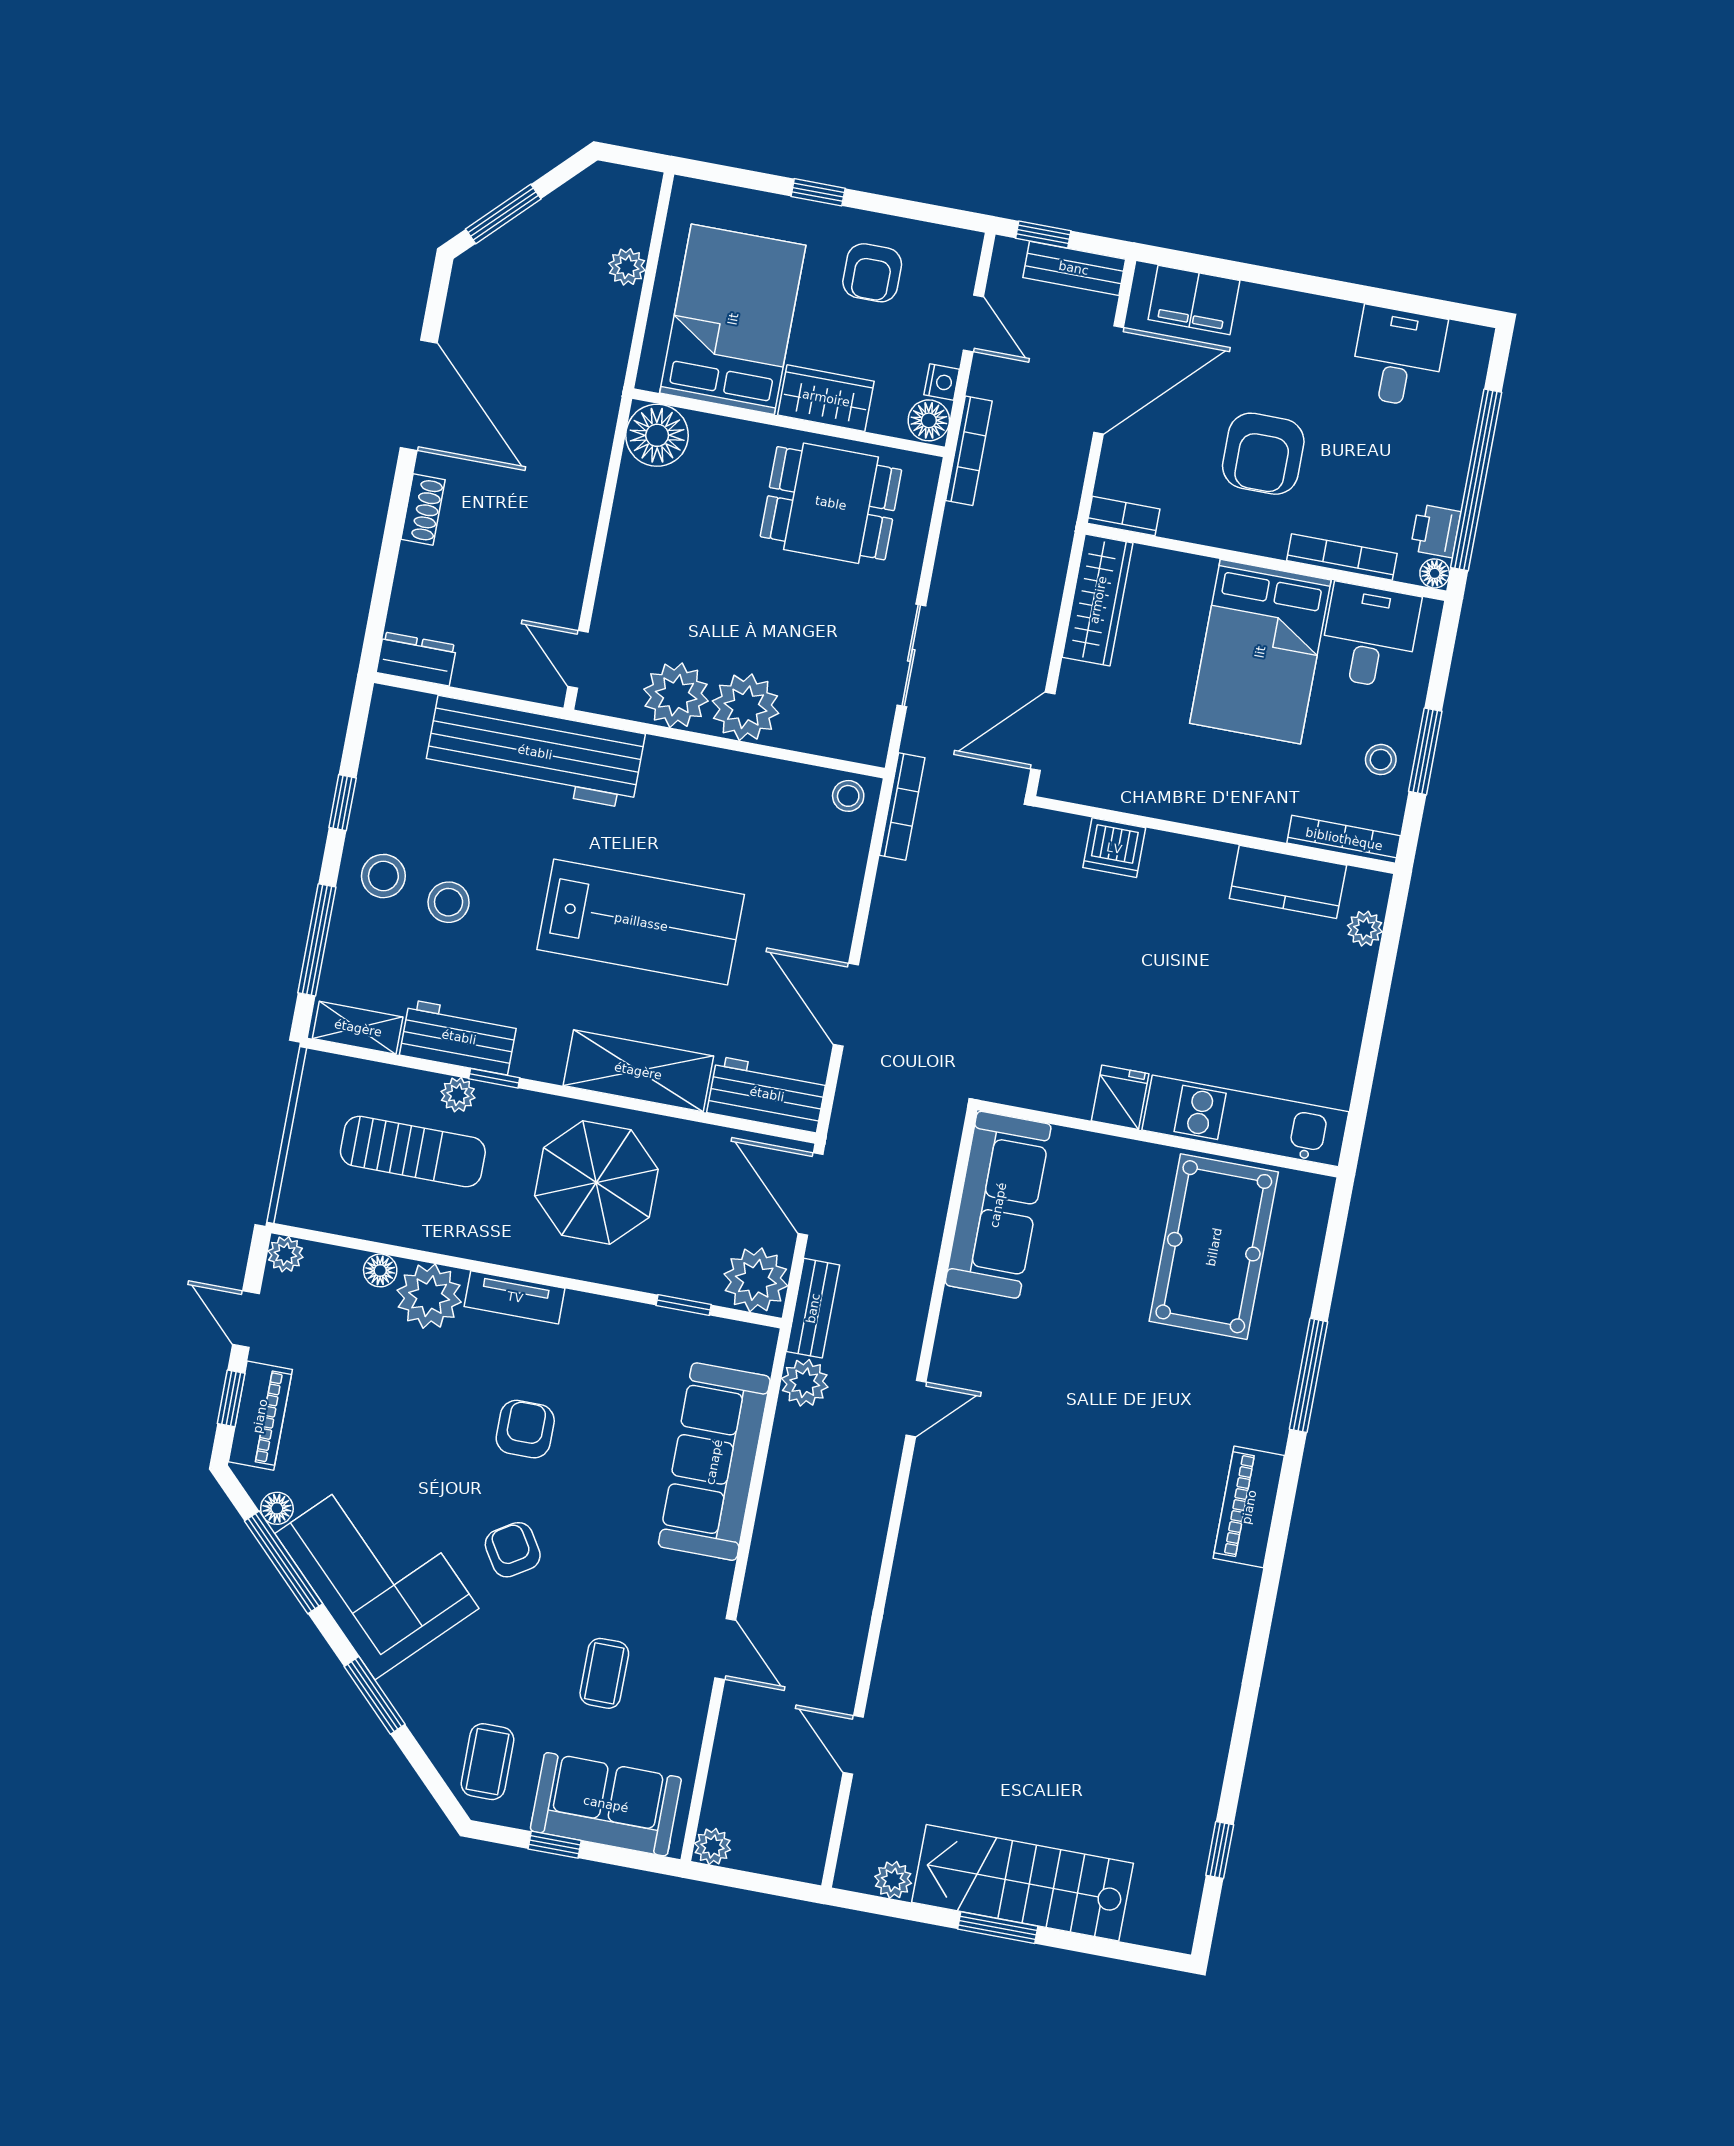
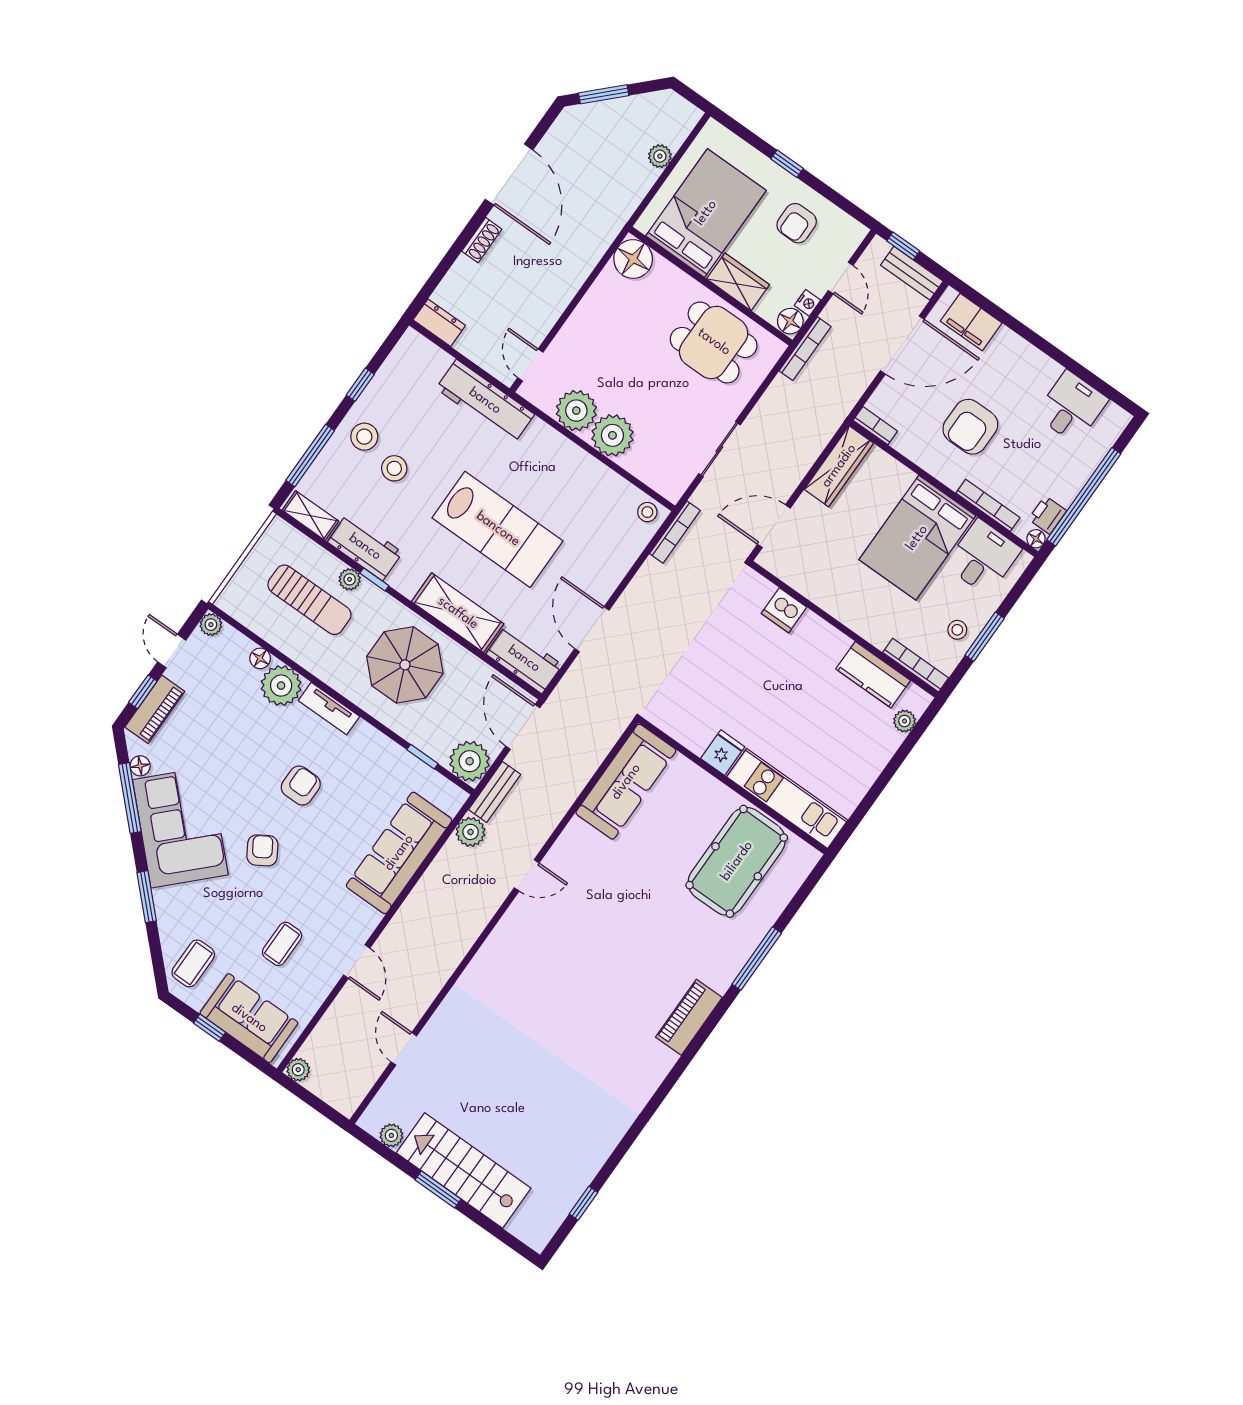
workbench: (535, 752) -> (485, 401), width x0.73, depth x0.76

